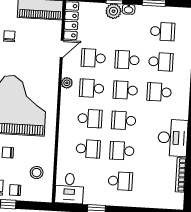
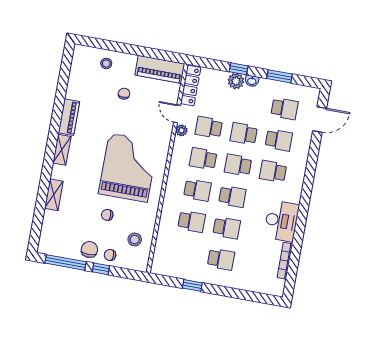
door: (62, 49) -> (177, 114), swing flipped
plant: (67, 83) -> (181, 130), moved
school desk: (124, 120) -> (232, 196), turned 180
school desk: (122, 151) -> (227, 228), turned 180
desk: (69, 188) -> (167, 260), removed

